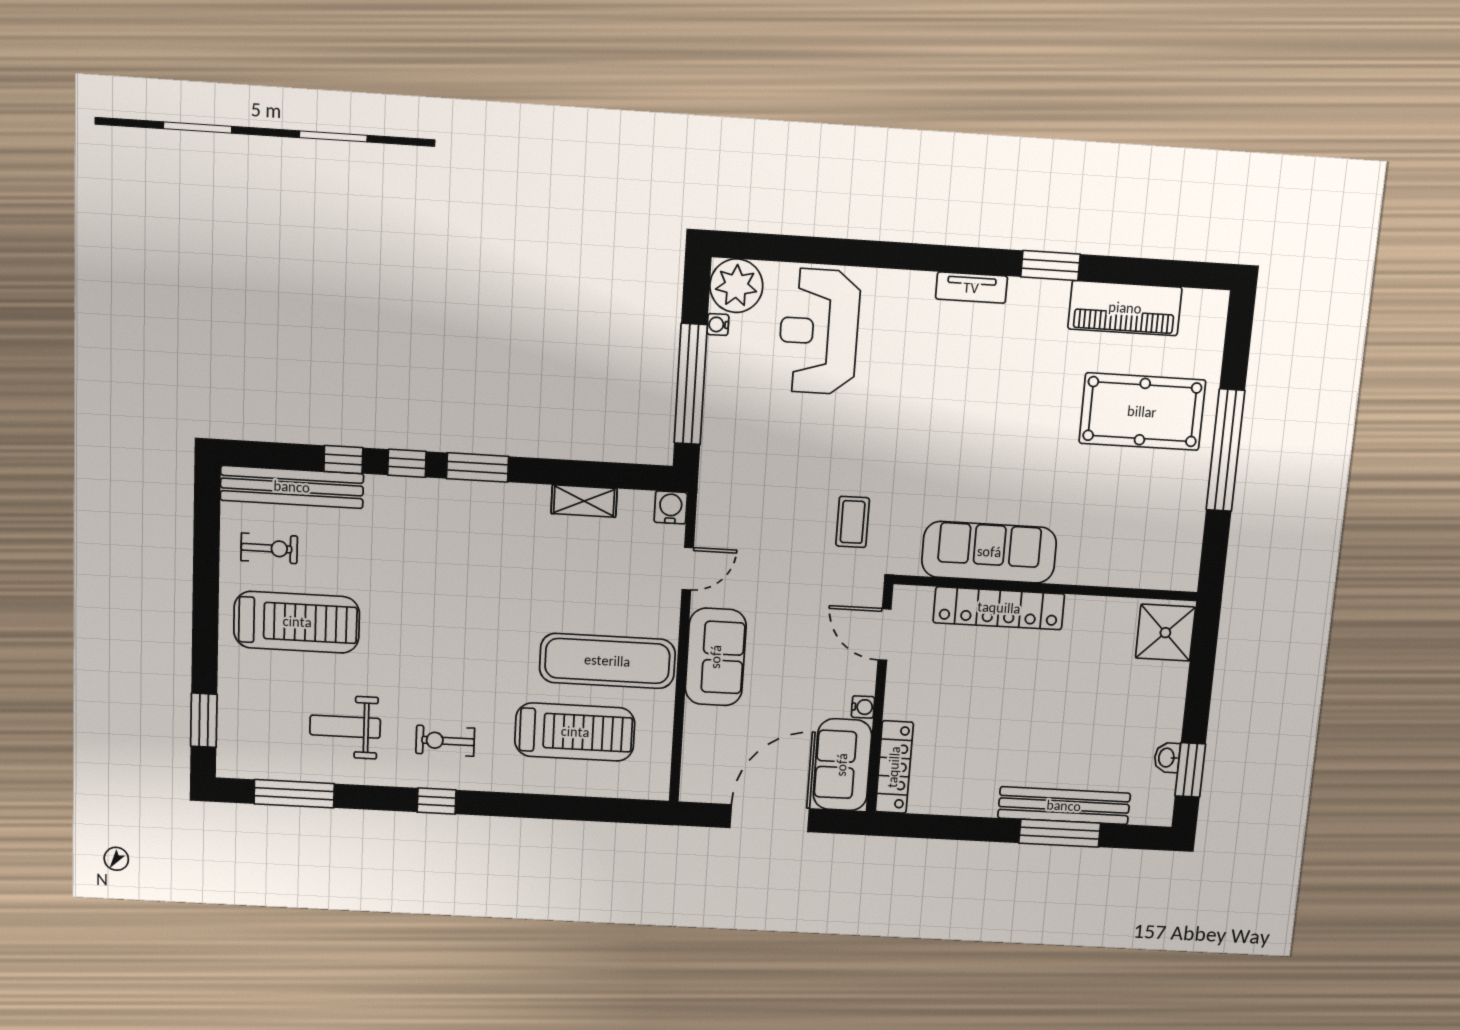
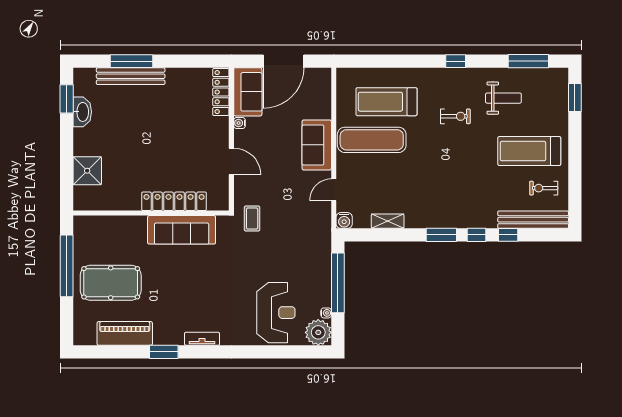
sofa: (989, 552) -> (182, 230), moved
wall: (1046, 588) -> (151, 213), moved
locker: (999, 608) -> (174, 201), moved
exercise bike: (445, 741) -> (455, 116), moved
washbasin: (1167, 758) -> (82, 112), width x1.91, depth x1.45

